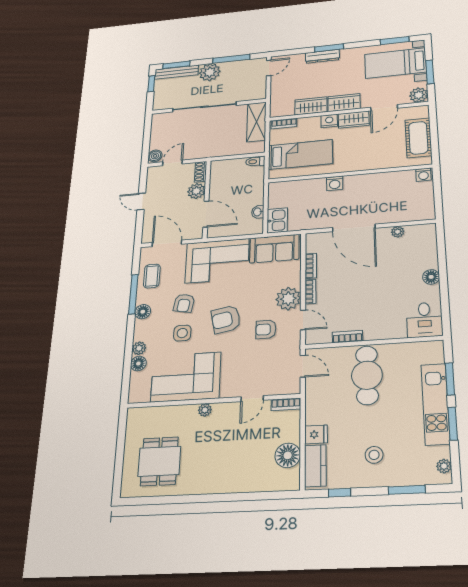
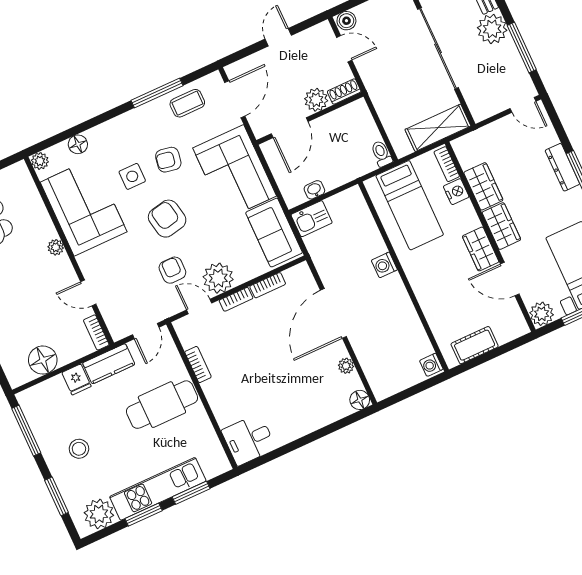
nightstand: (329, 121) -> (456, 192), moved
cot: (418, 138) -> (475, 345), width x0.73, depth x0.75
floor lamp: (431, 277) -> (360, 400), moved
floor lamp: (143, 312) -> (140, 116), removed
door: (303, 320) -> (199, 306), swing flipped
plant: (139, 348) -> (40, 161), moved
kitchen counter: (315, 466) -> (109, 364), moved
plant: (444, 466) -> (99, 514), width x1.87, depth x1.87
window: (339, 493) -> (26, 431), width x2.17

